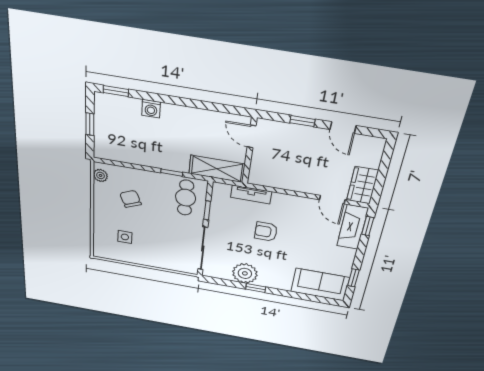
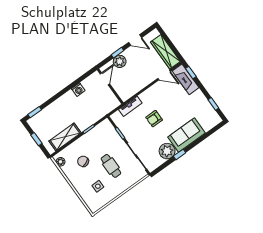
washing machine: (151, 109) -> (78, 90), moved
plant: (293, 134) -> (120, 61), added
door: (252, 136) -> (105, 79), swing flipped
shelving: (217, 169) -> (65, 137), moved
wardrobe: (363, 185) -> (165, 52), width x1.50
cafe table: (186, 198) -> (111, 166), moved
sofa: (320, 285) -> (186, 135), moved

